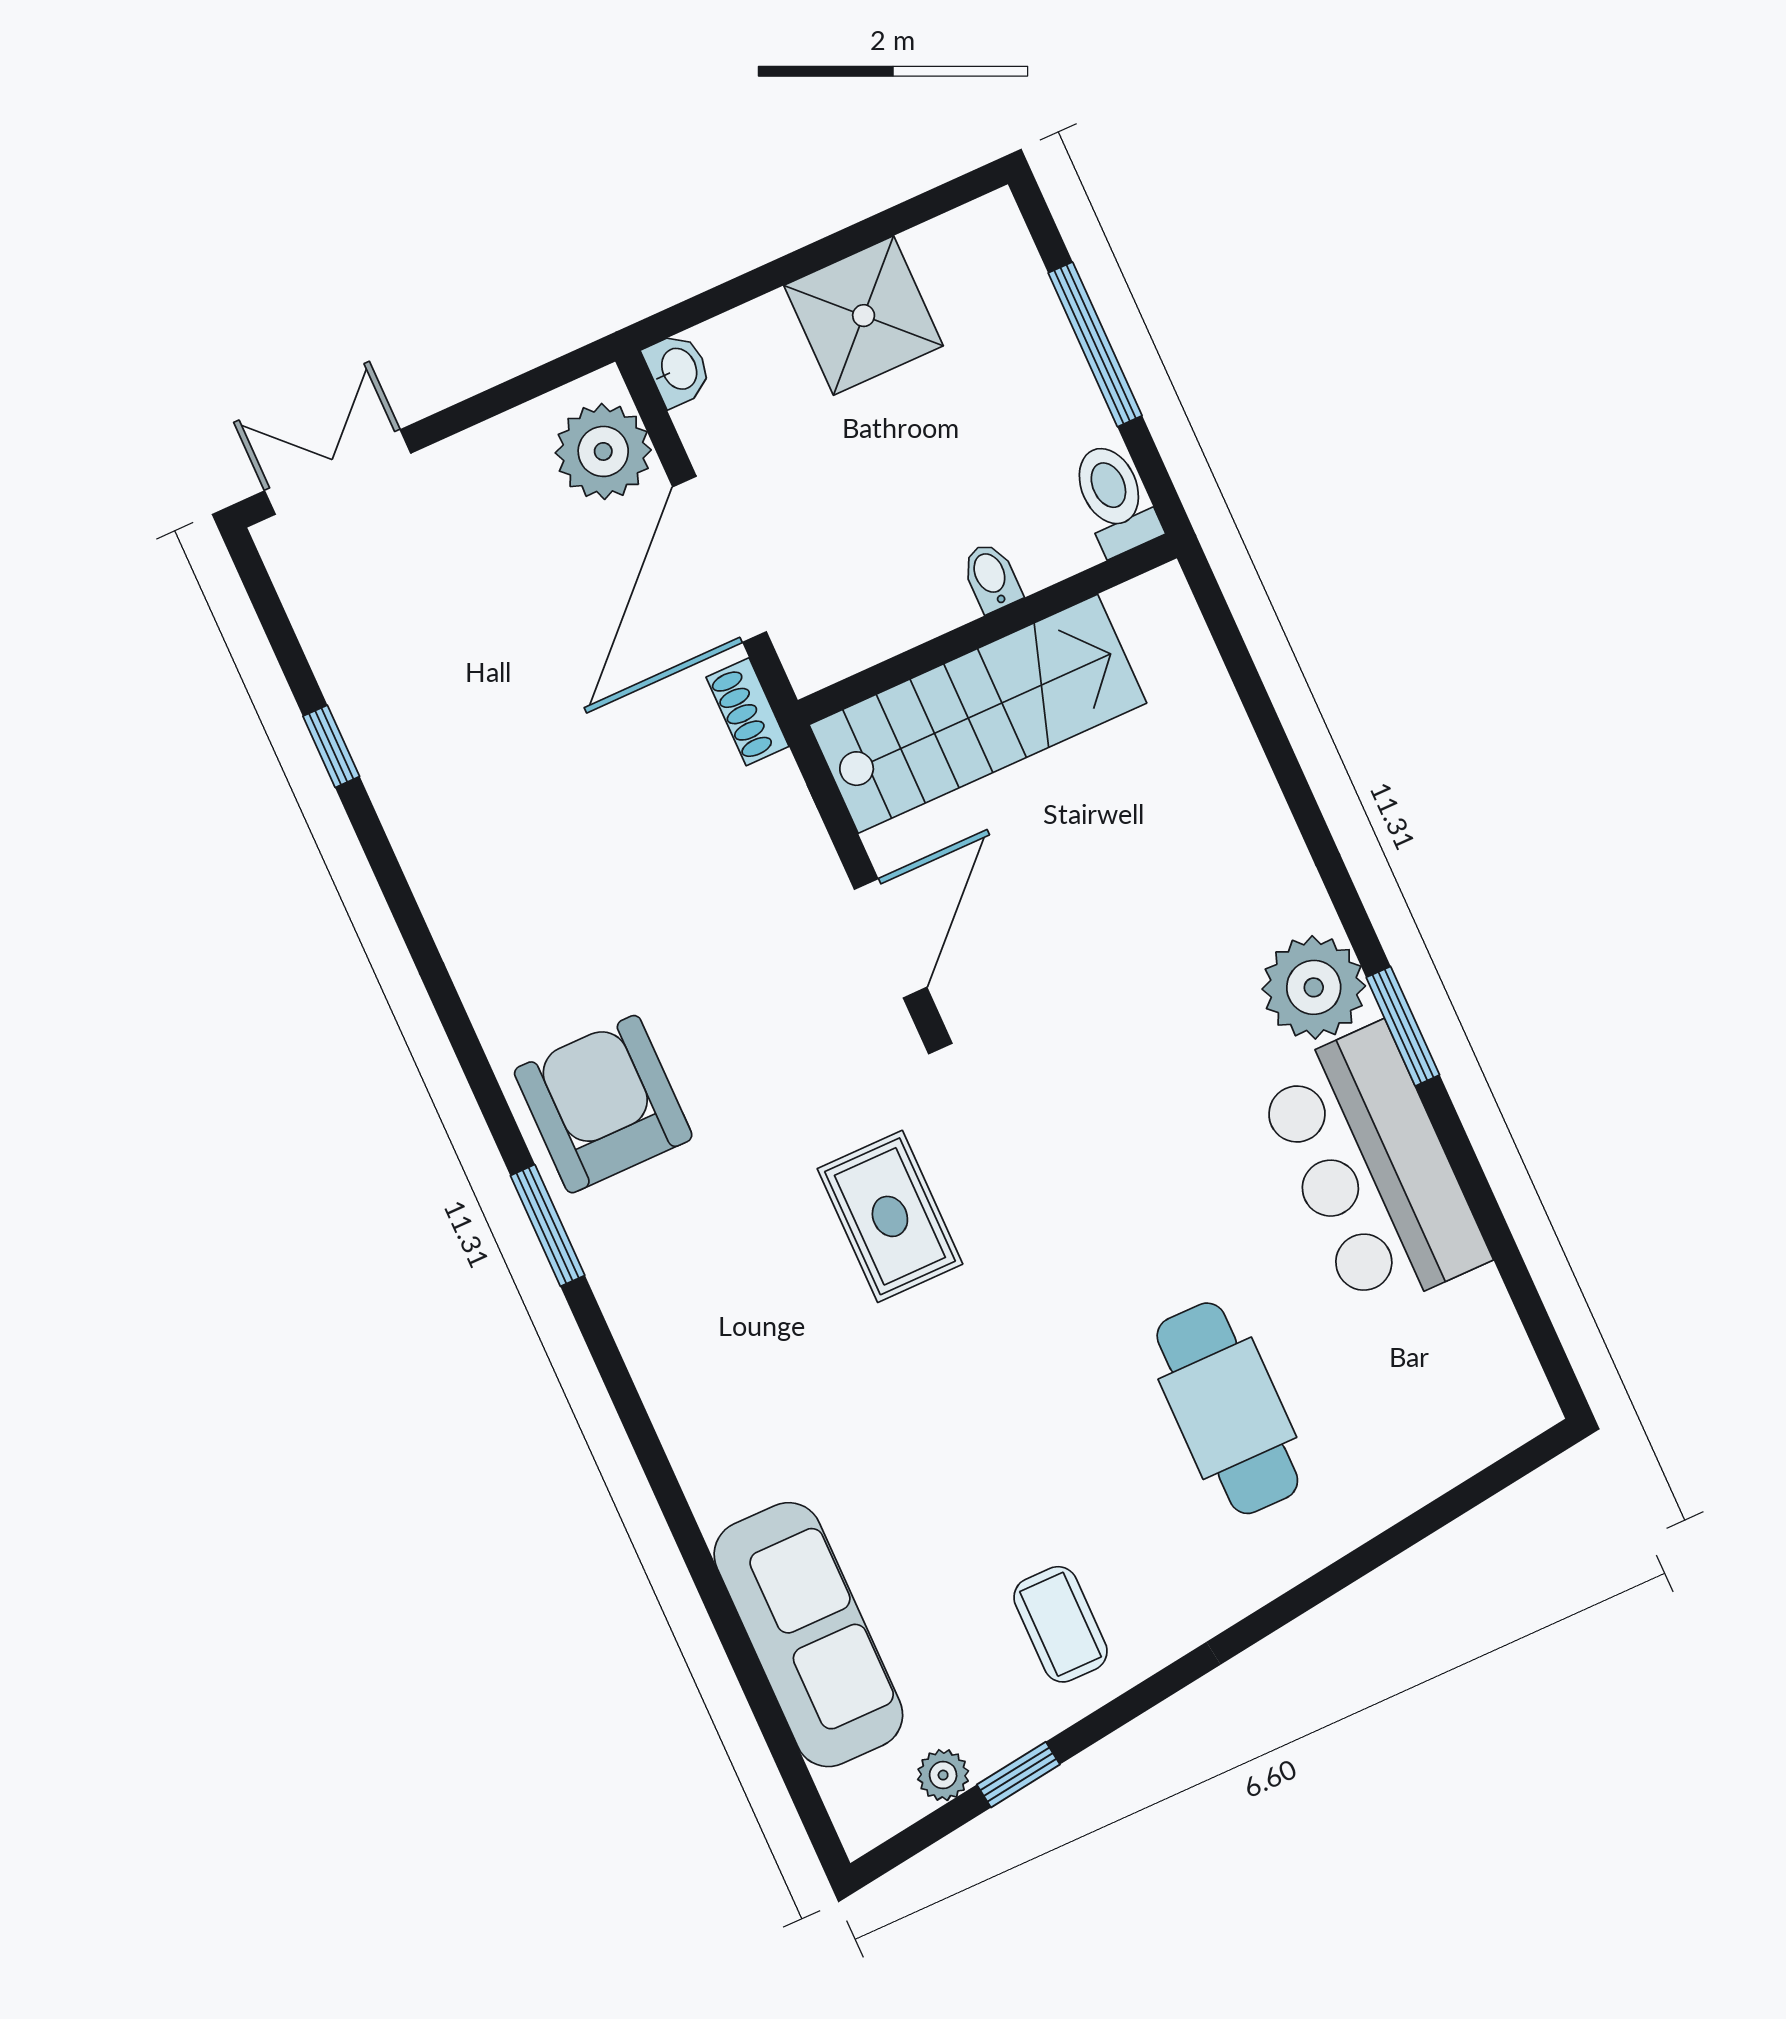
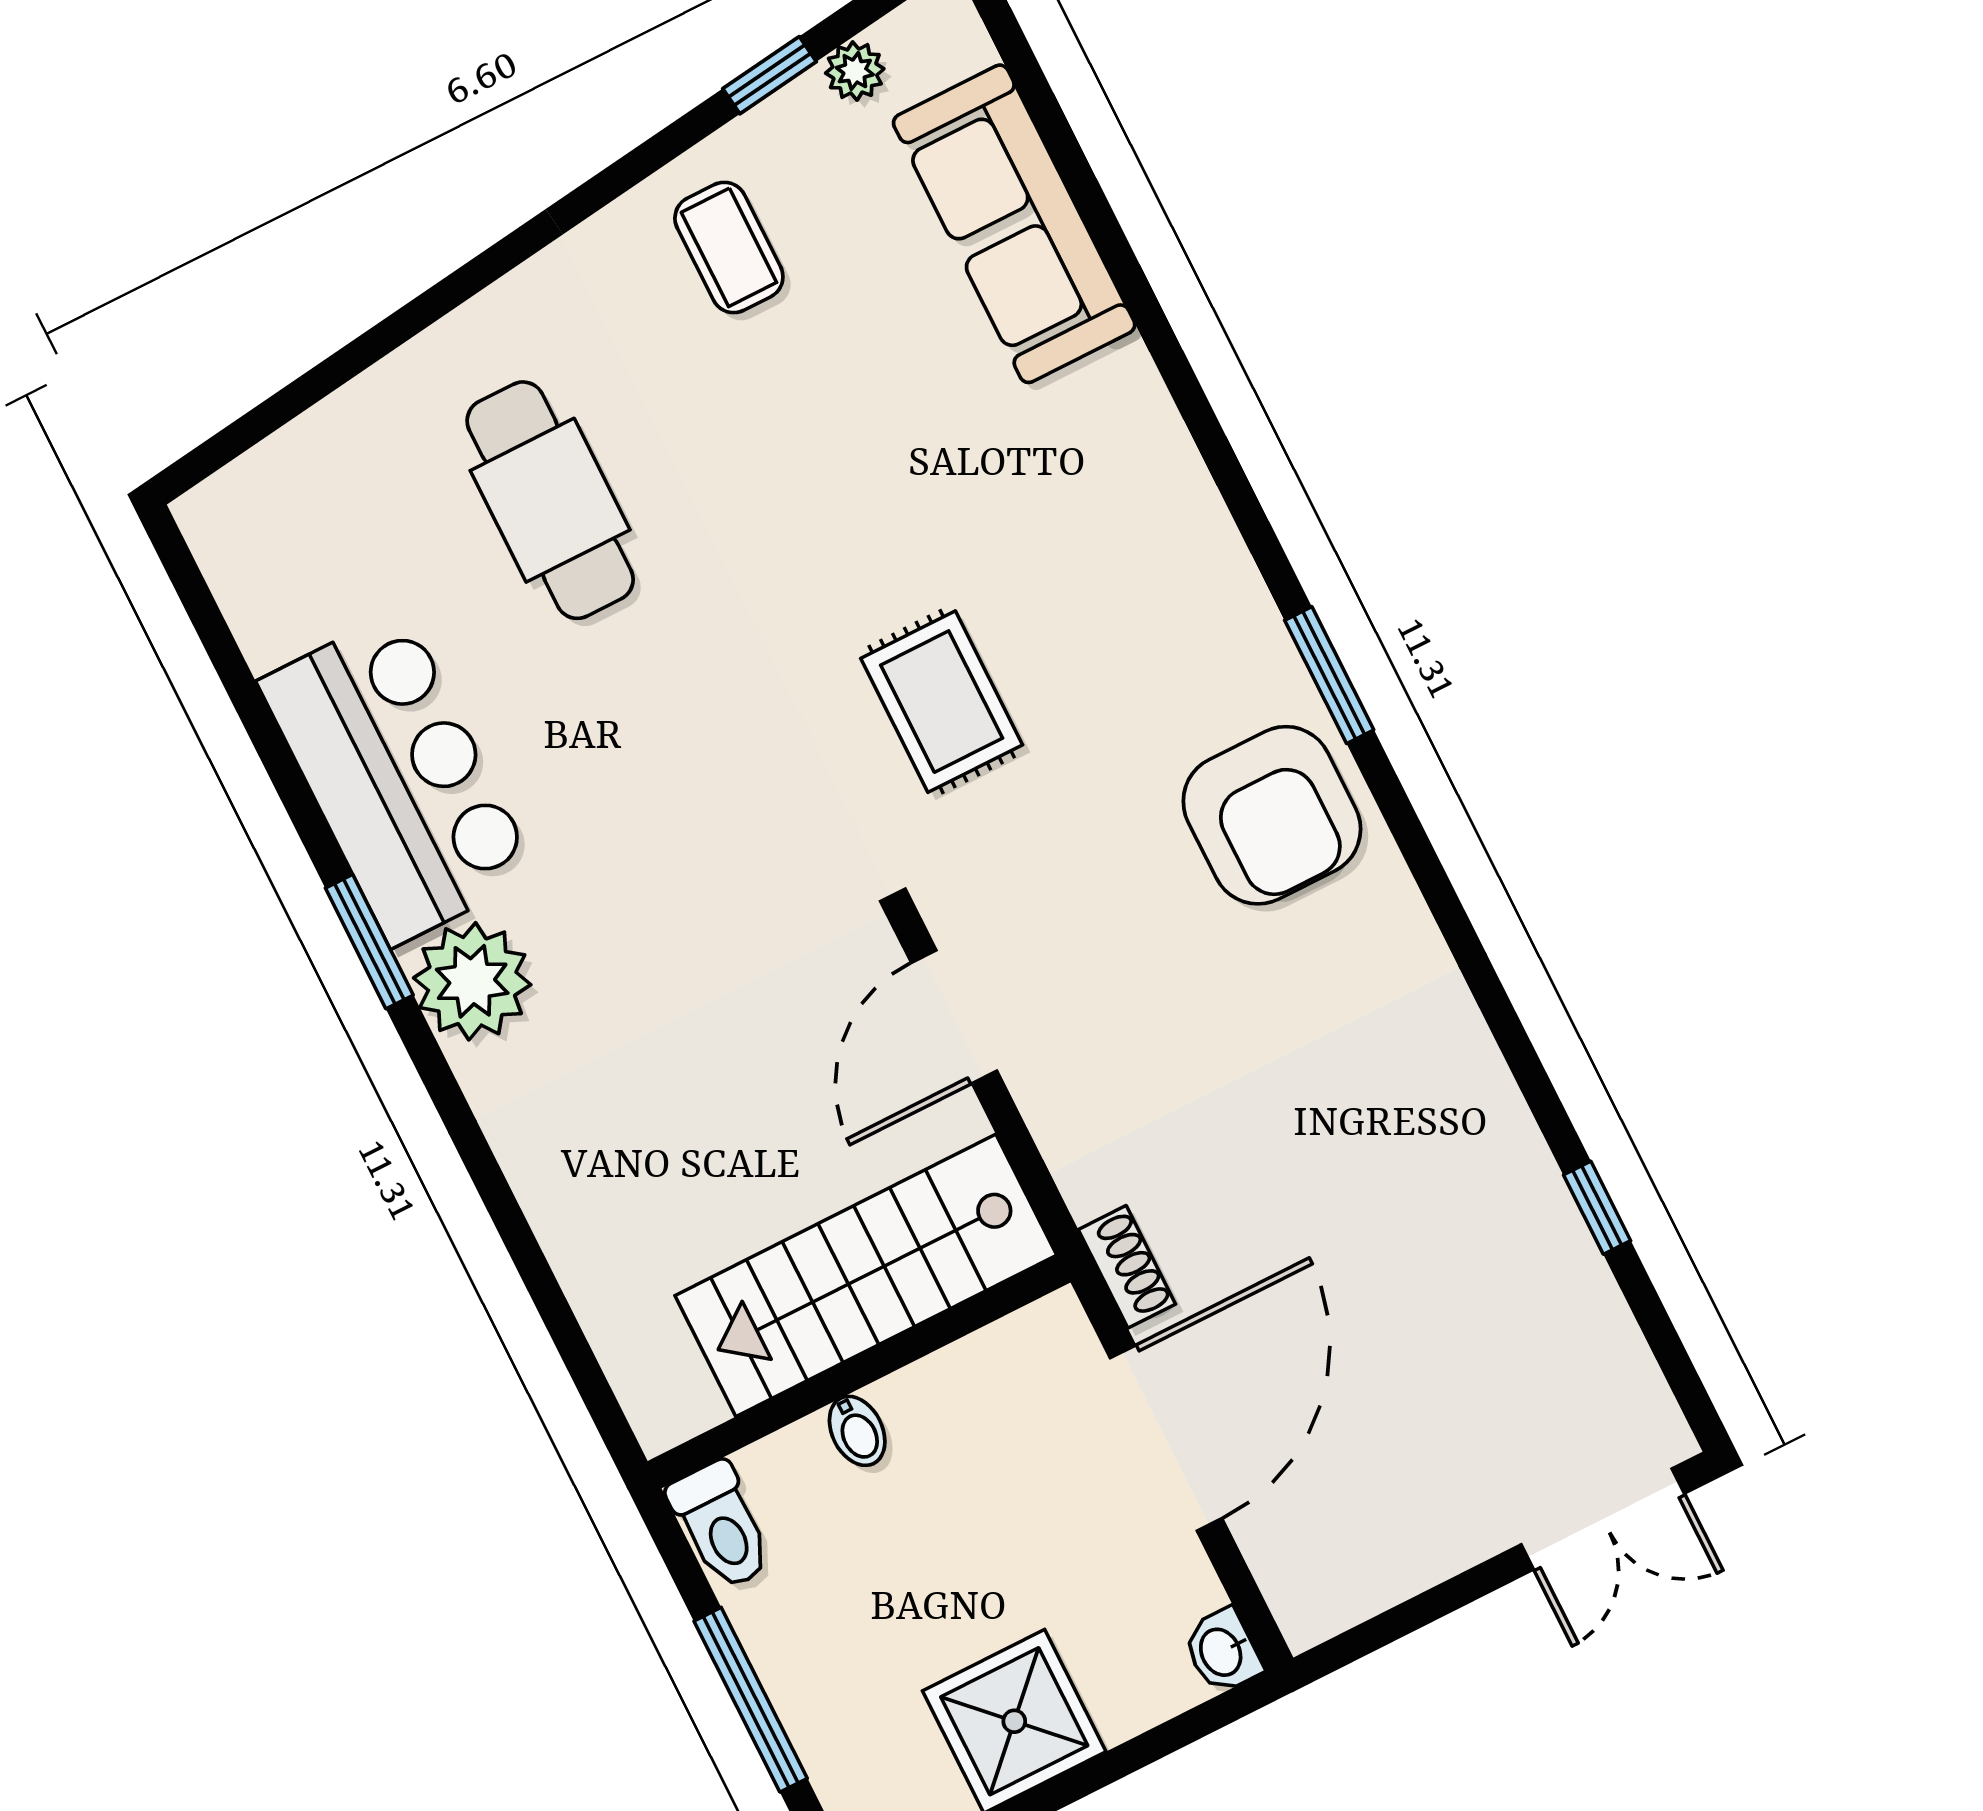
plant: (603, 451) -> (1303, 1555), removed

